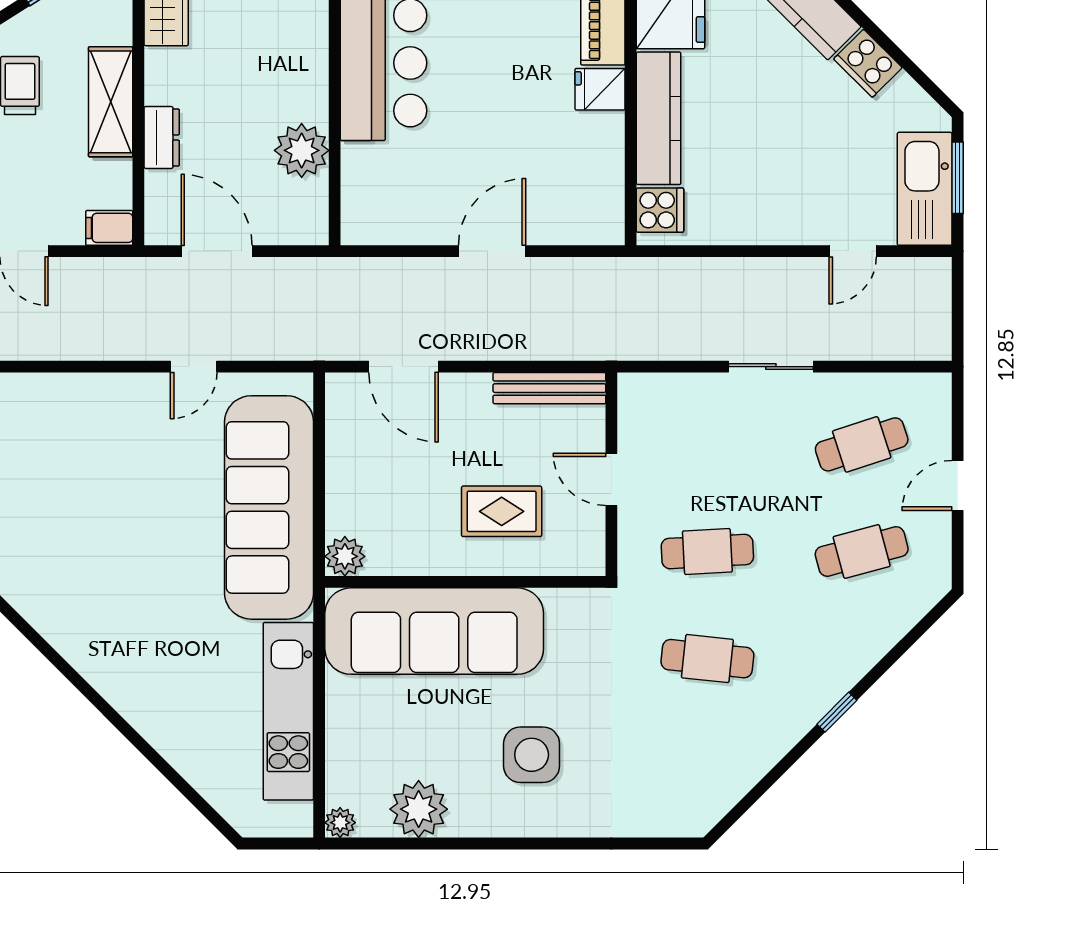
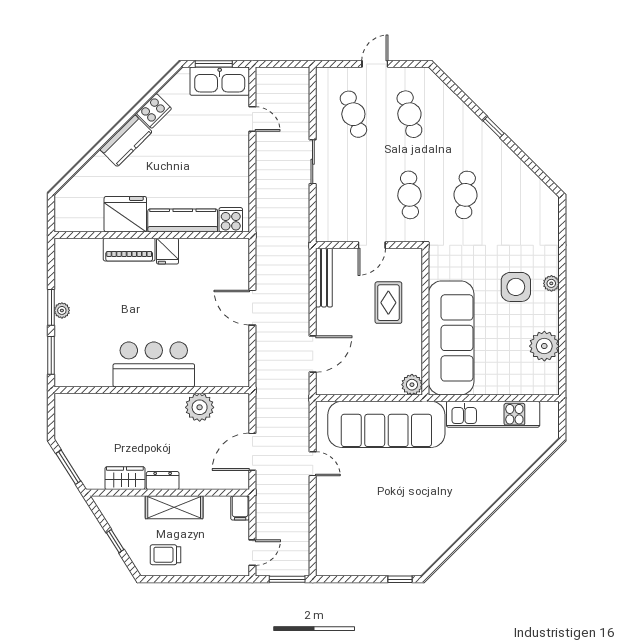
dresser: (162, 137) -> (163, 481), moved
door: (958, 485) -> (375, 64), swing flipped
plant: (340, 823) -> (551, 283), moved

